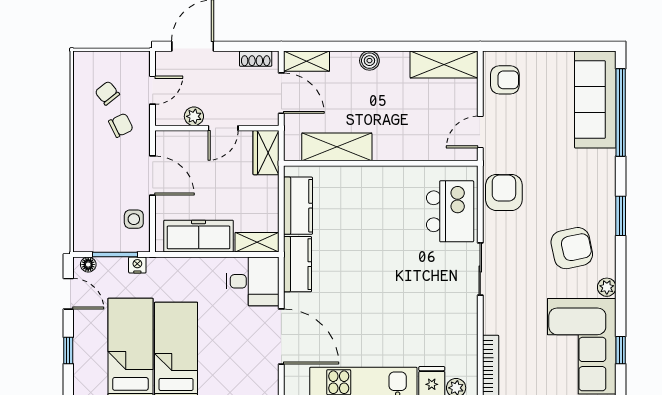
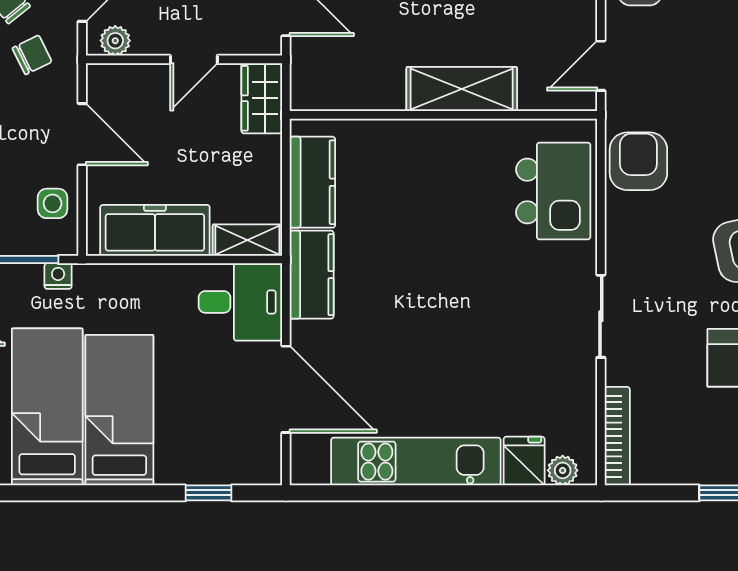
plant: (194, 116) -> (115, 41), moved
shelving: (337, 147) -> (462, 89), moved
sliding door: (480, 269) -> (601, 316), moved

